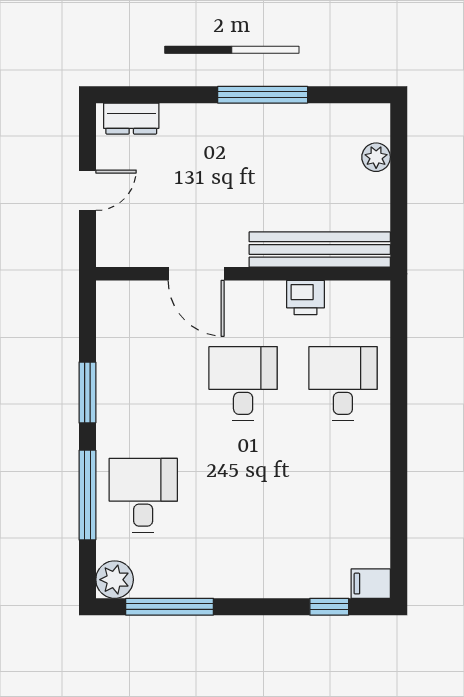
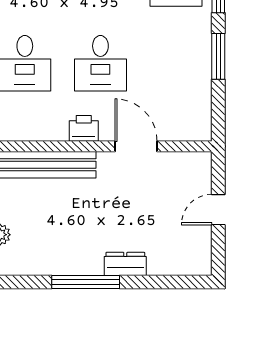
dresser: (131, 119) -> (125, 264), moved
printer: (306, 298) -> (84, 128), moved

